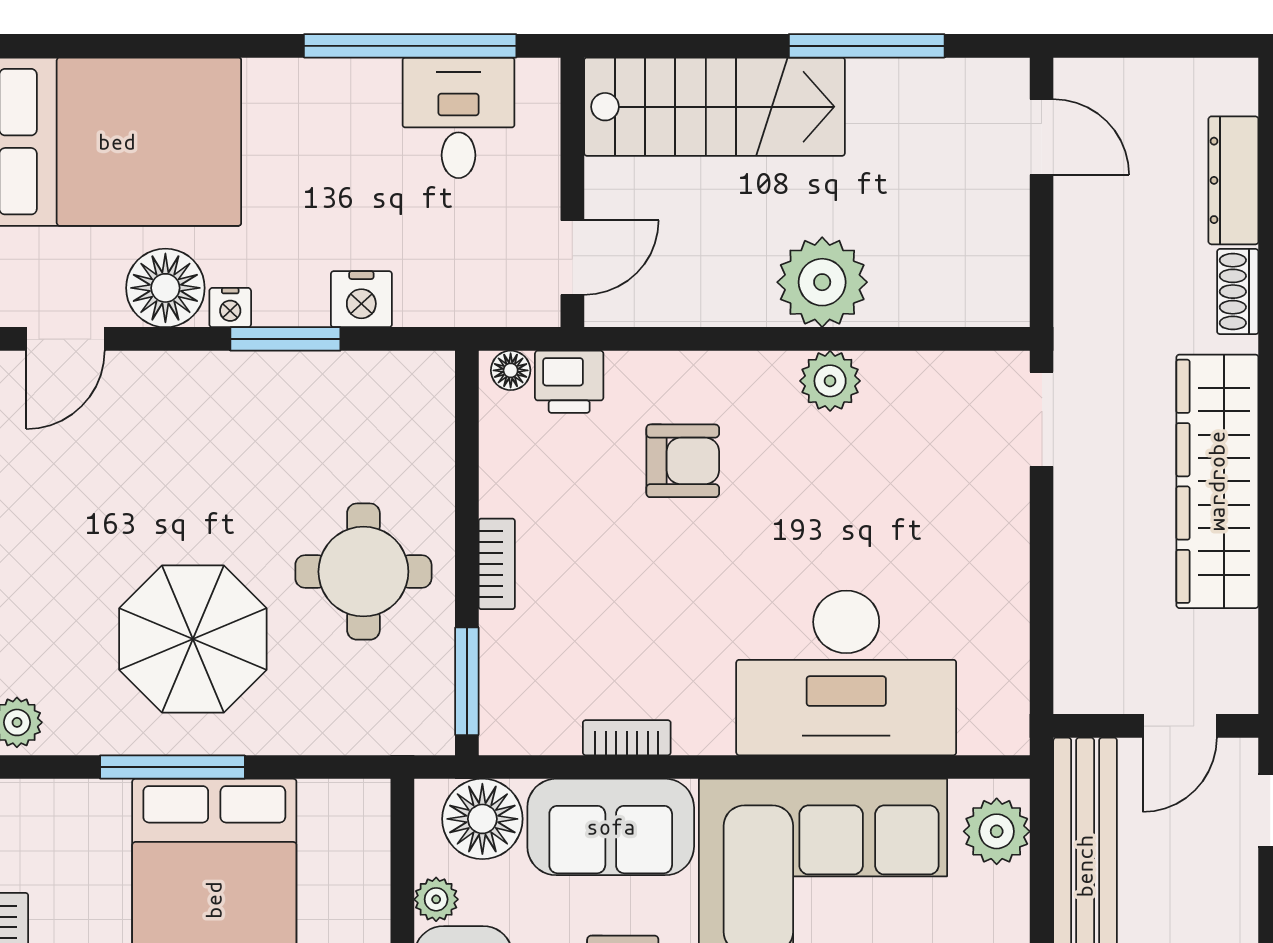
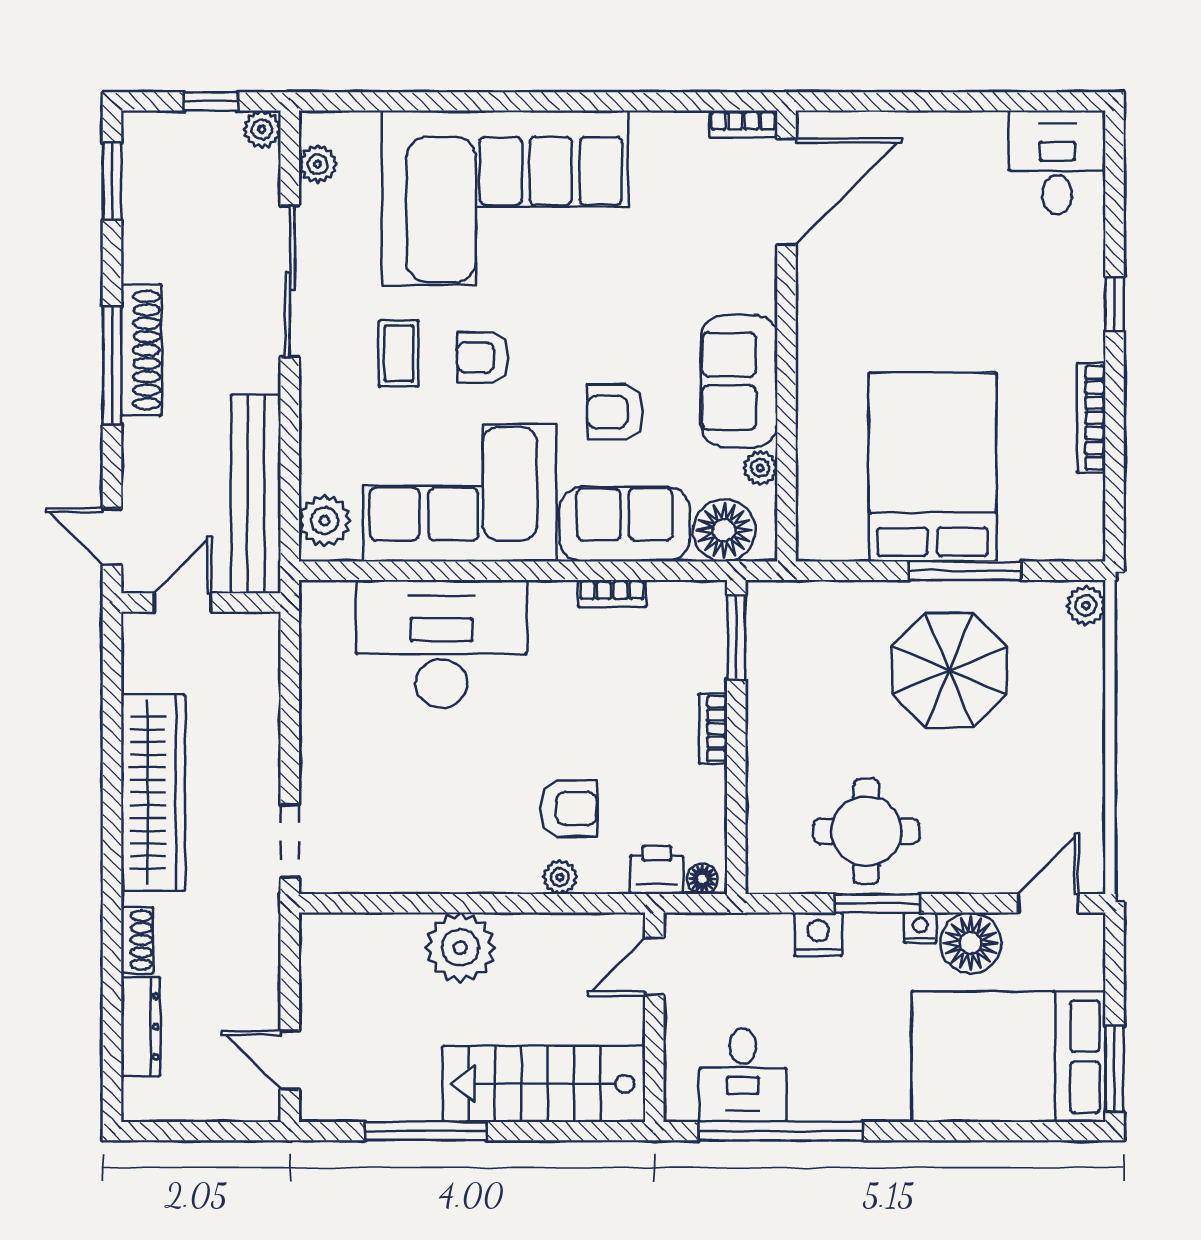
plant: (830, 381) -> (560, 877), moved, width x0.73, depth x0.73
armchair: (683, 461) -> (569, 809), turned 180
round table: (363, 572) -> (866, 831), moved

